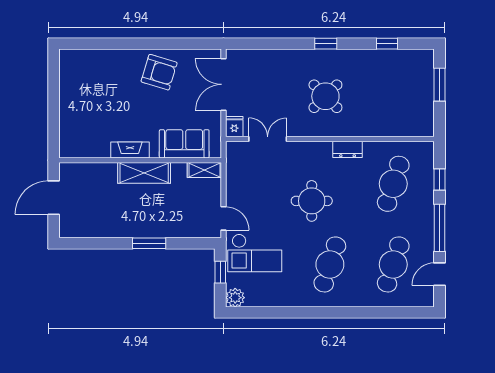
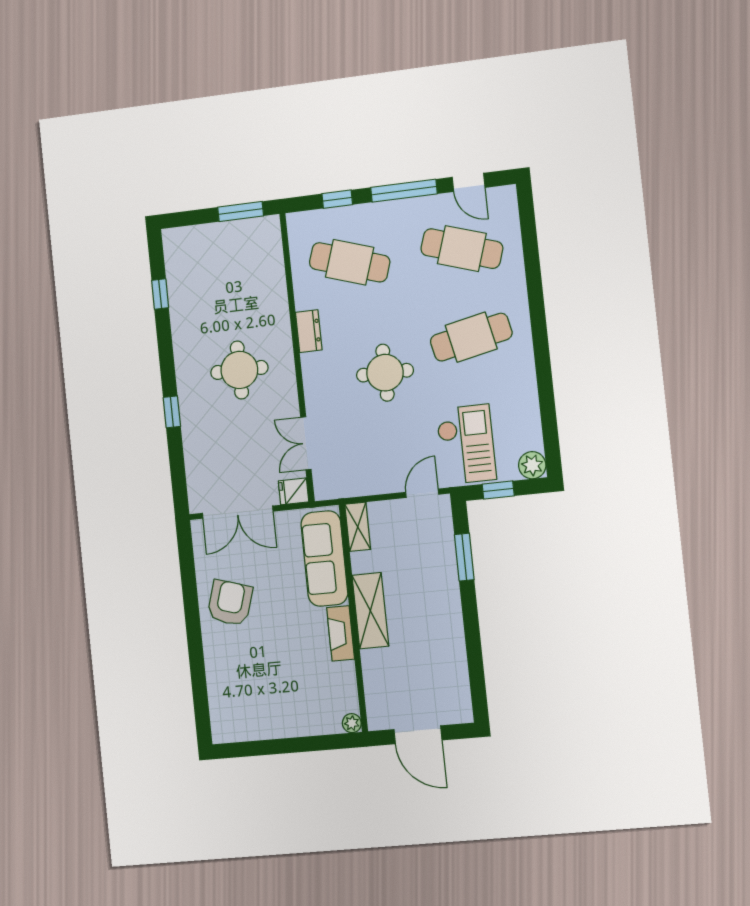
window: (326, 44) -> (172, 412), moved
window: (439, 85) -> (241, 211), moved
round table: (325, 96) -> (239, 370), turned 45
sofa: (184, 144) -> (324, 558), width x1.36
plant: (66, 151) -> (352, 723), added
window: (149, 243) -> (464, 557), moved
cafe table: (330, 264) -> (471, 337), turned -30

